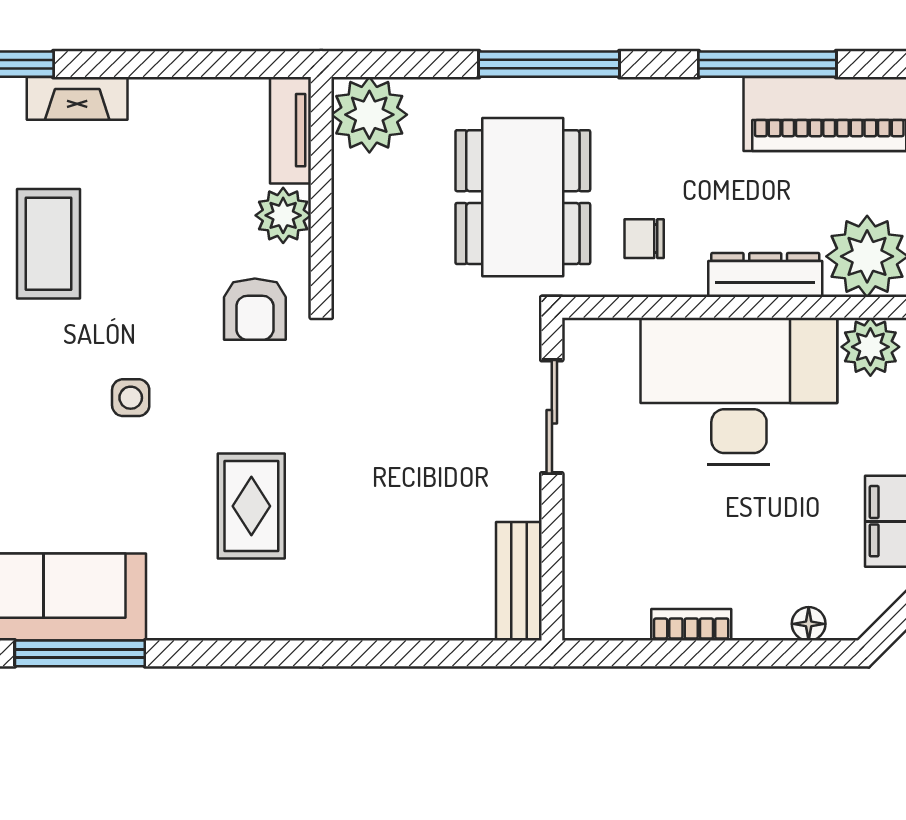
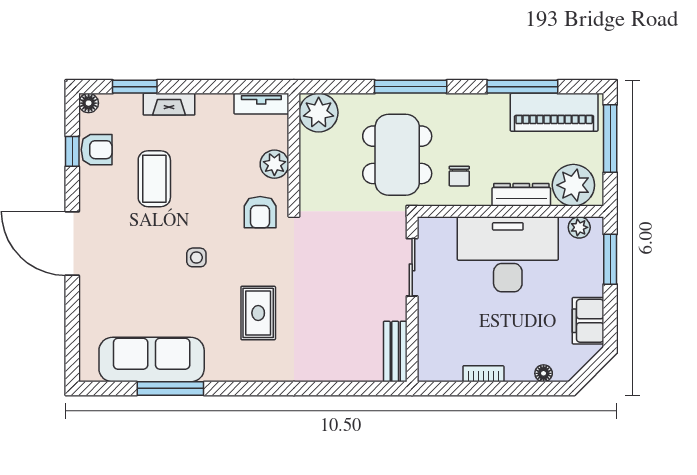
tv unit: (291, 130) -> (261, 104), moved, turned -90
chair: (644, 239) -> (459, 176), turned -90
plant: (870, 347) -> (579, 227), width x0.73, depth x0.73

